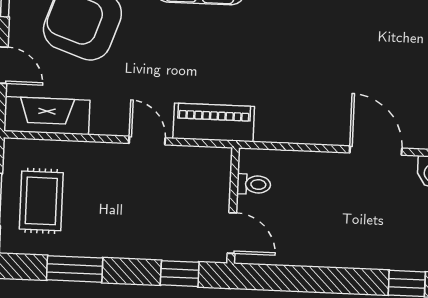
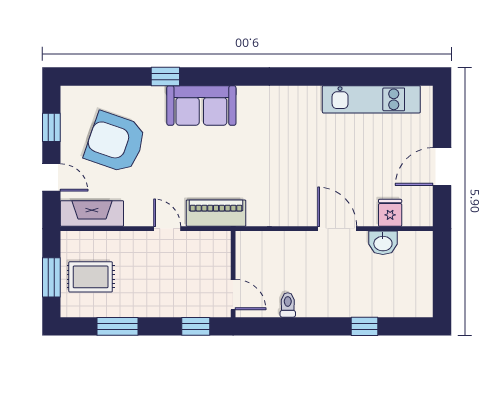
toilet: (254, 184) -> (288, 305), moved, turned -90
rug: (41, 201) -> (91, 277), turned 90

